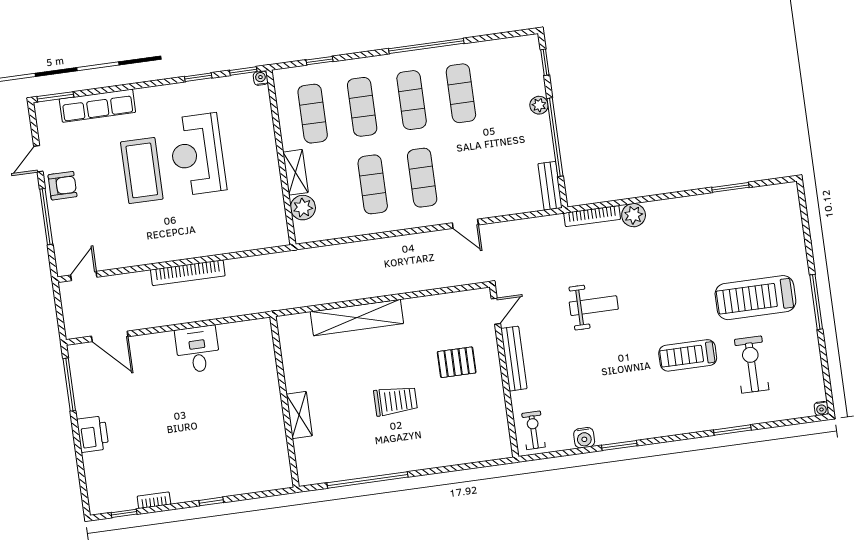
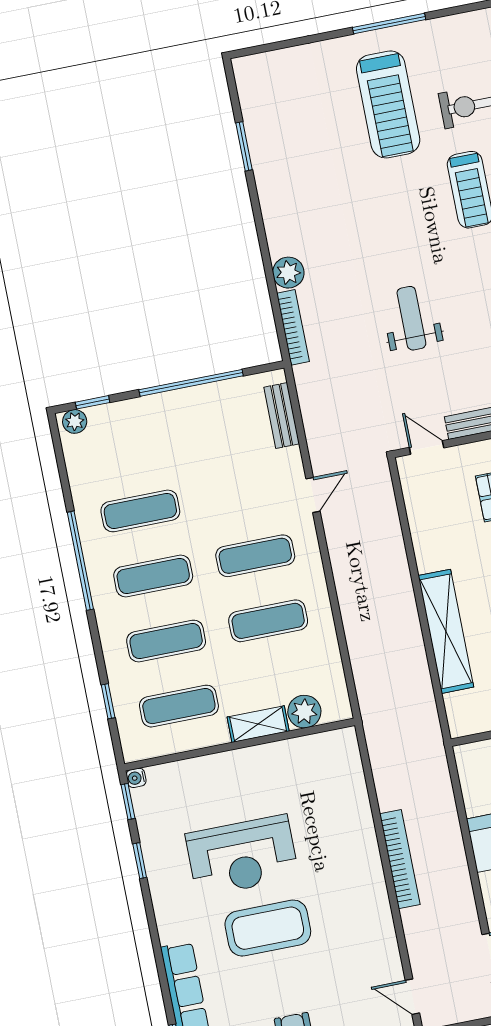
plant: (539, 105) -> (75, 421), moved
bench: (550, 186) -> (282, 416), moved, turned 90

